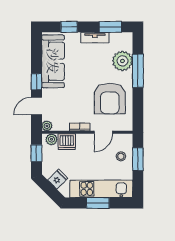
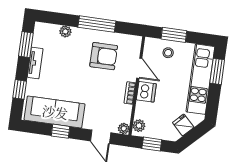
plant: (122, 61) -> (65, 31), width x0.53, depth x0.53
window: (138, 71) -> (97, 24), moved
window: (36, 82) -> (60, 131), moved
armchair: (110, 99) -> (104, 56), width x0.73, depth x0.73
dishwasher: (67, 142) -> (146, 92), moved
window: (98, 203) -> (217, 71), moved

